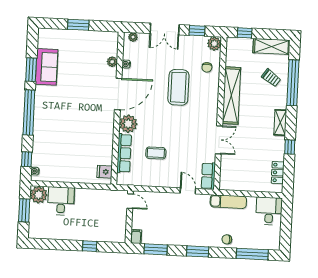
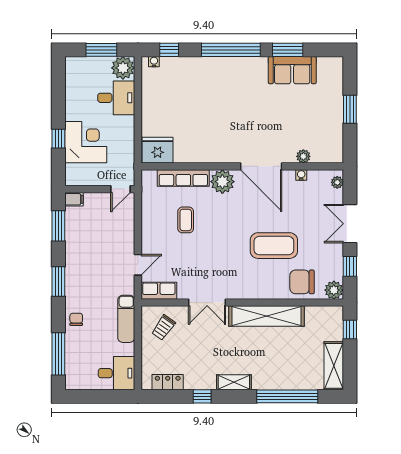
chair: (207, 67) -> (302, 282), width x1.87, depth x1.87
trolley: (271, 78) -> (163, 327), moved
fridge: (105, 172) -> (158, 150), width x1.88, depth x1.34
corner desk: (93, 226) -> (86, 142), added

